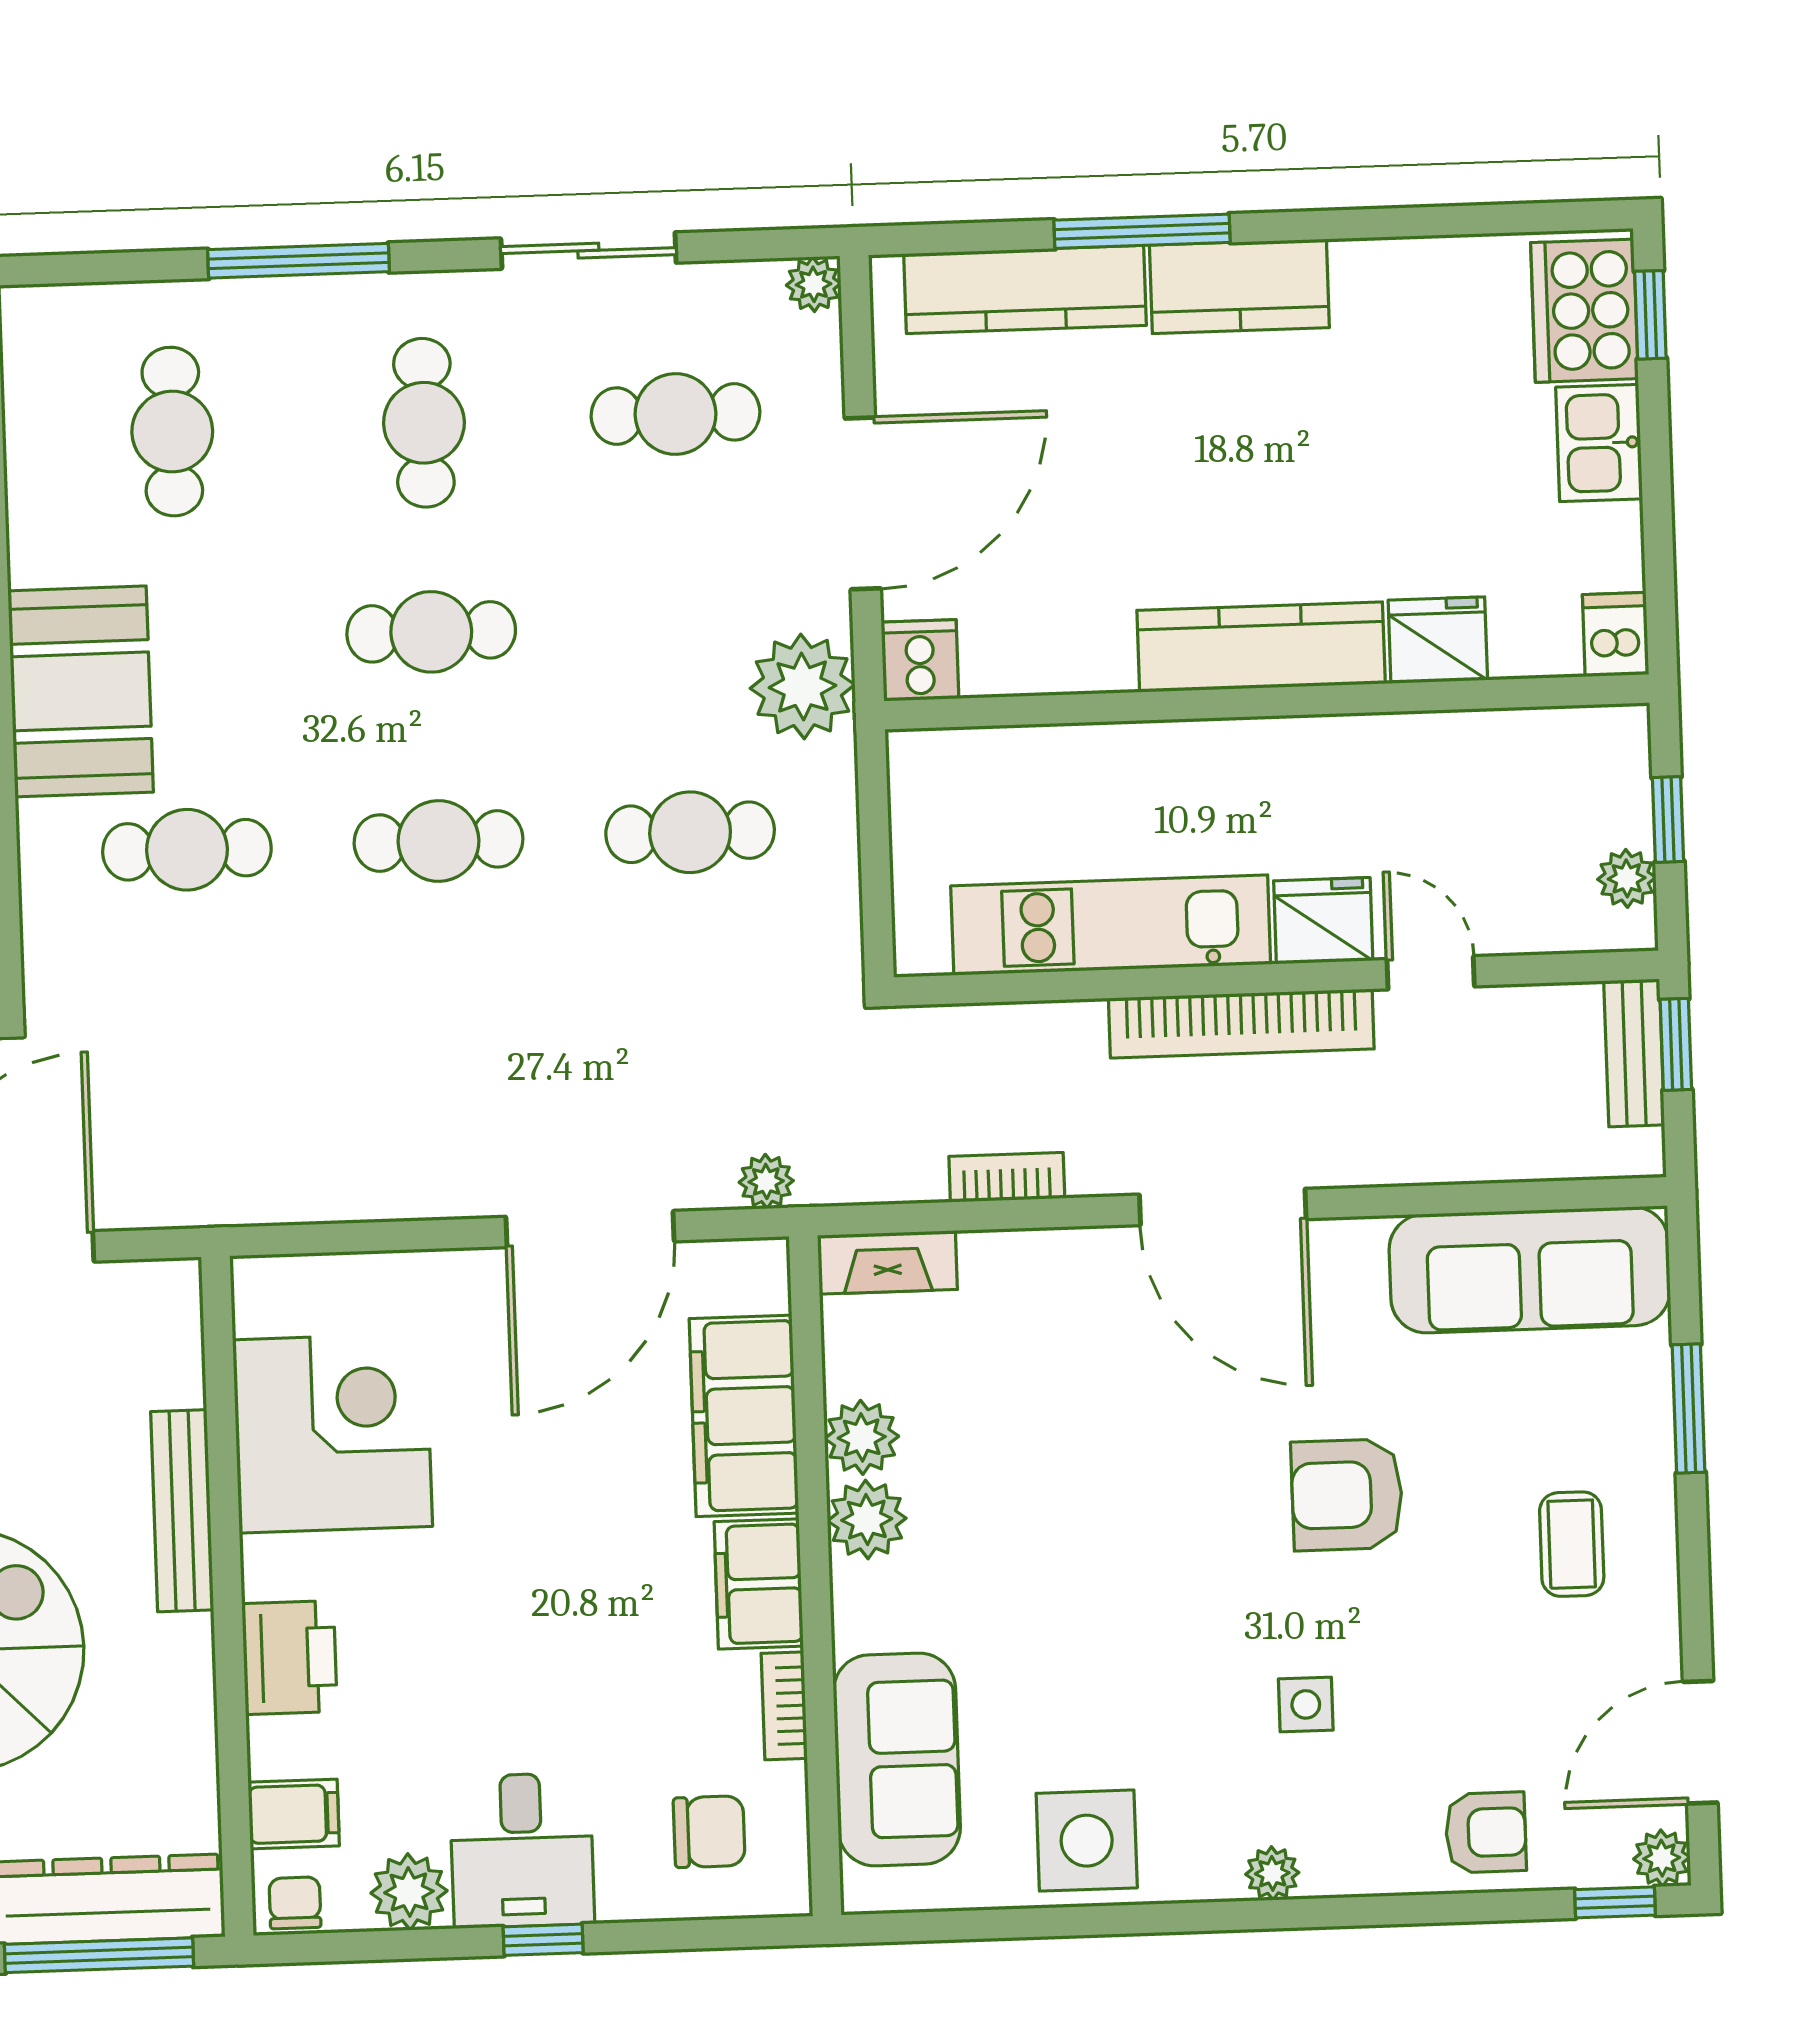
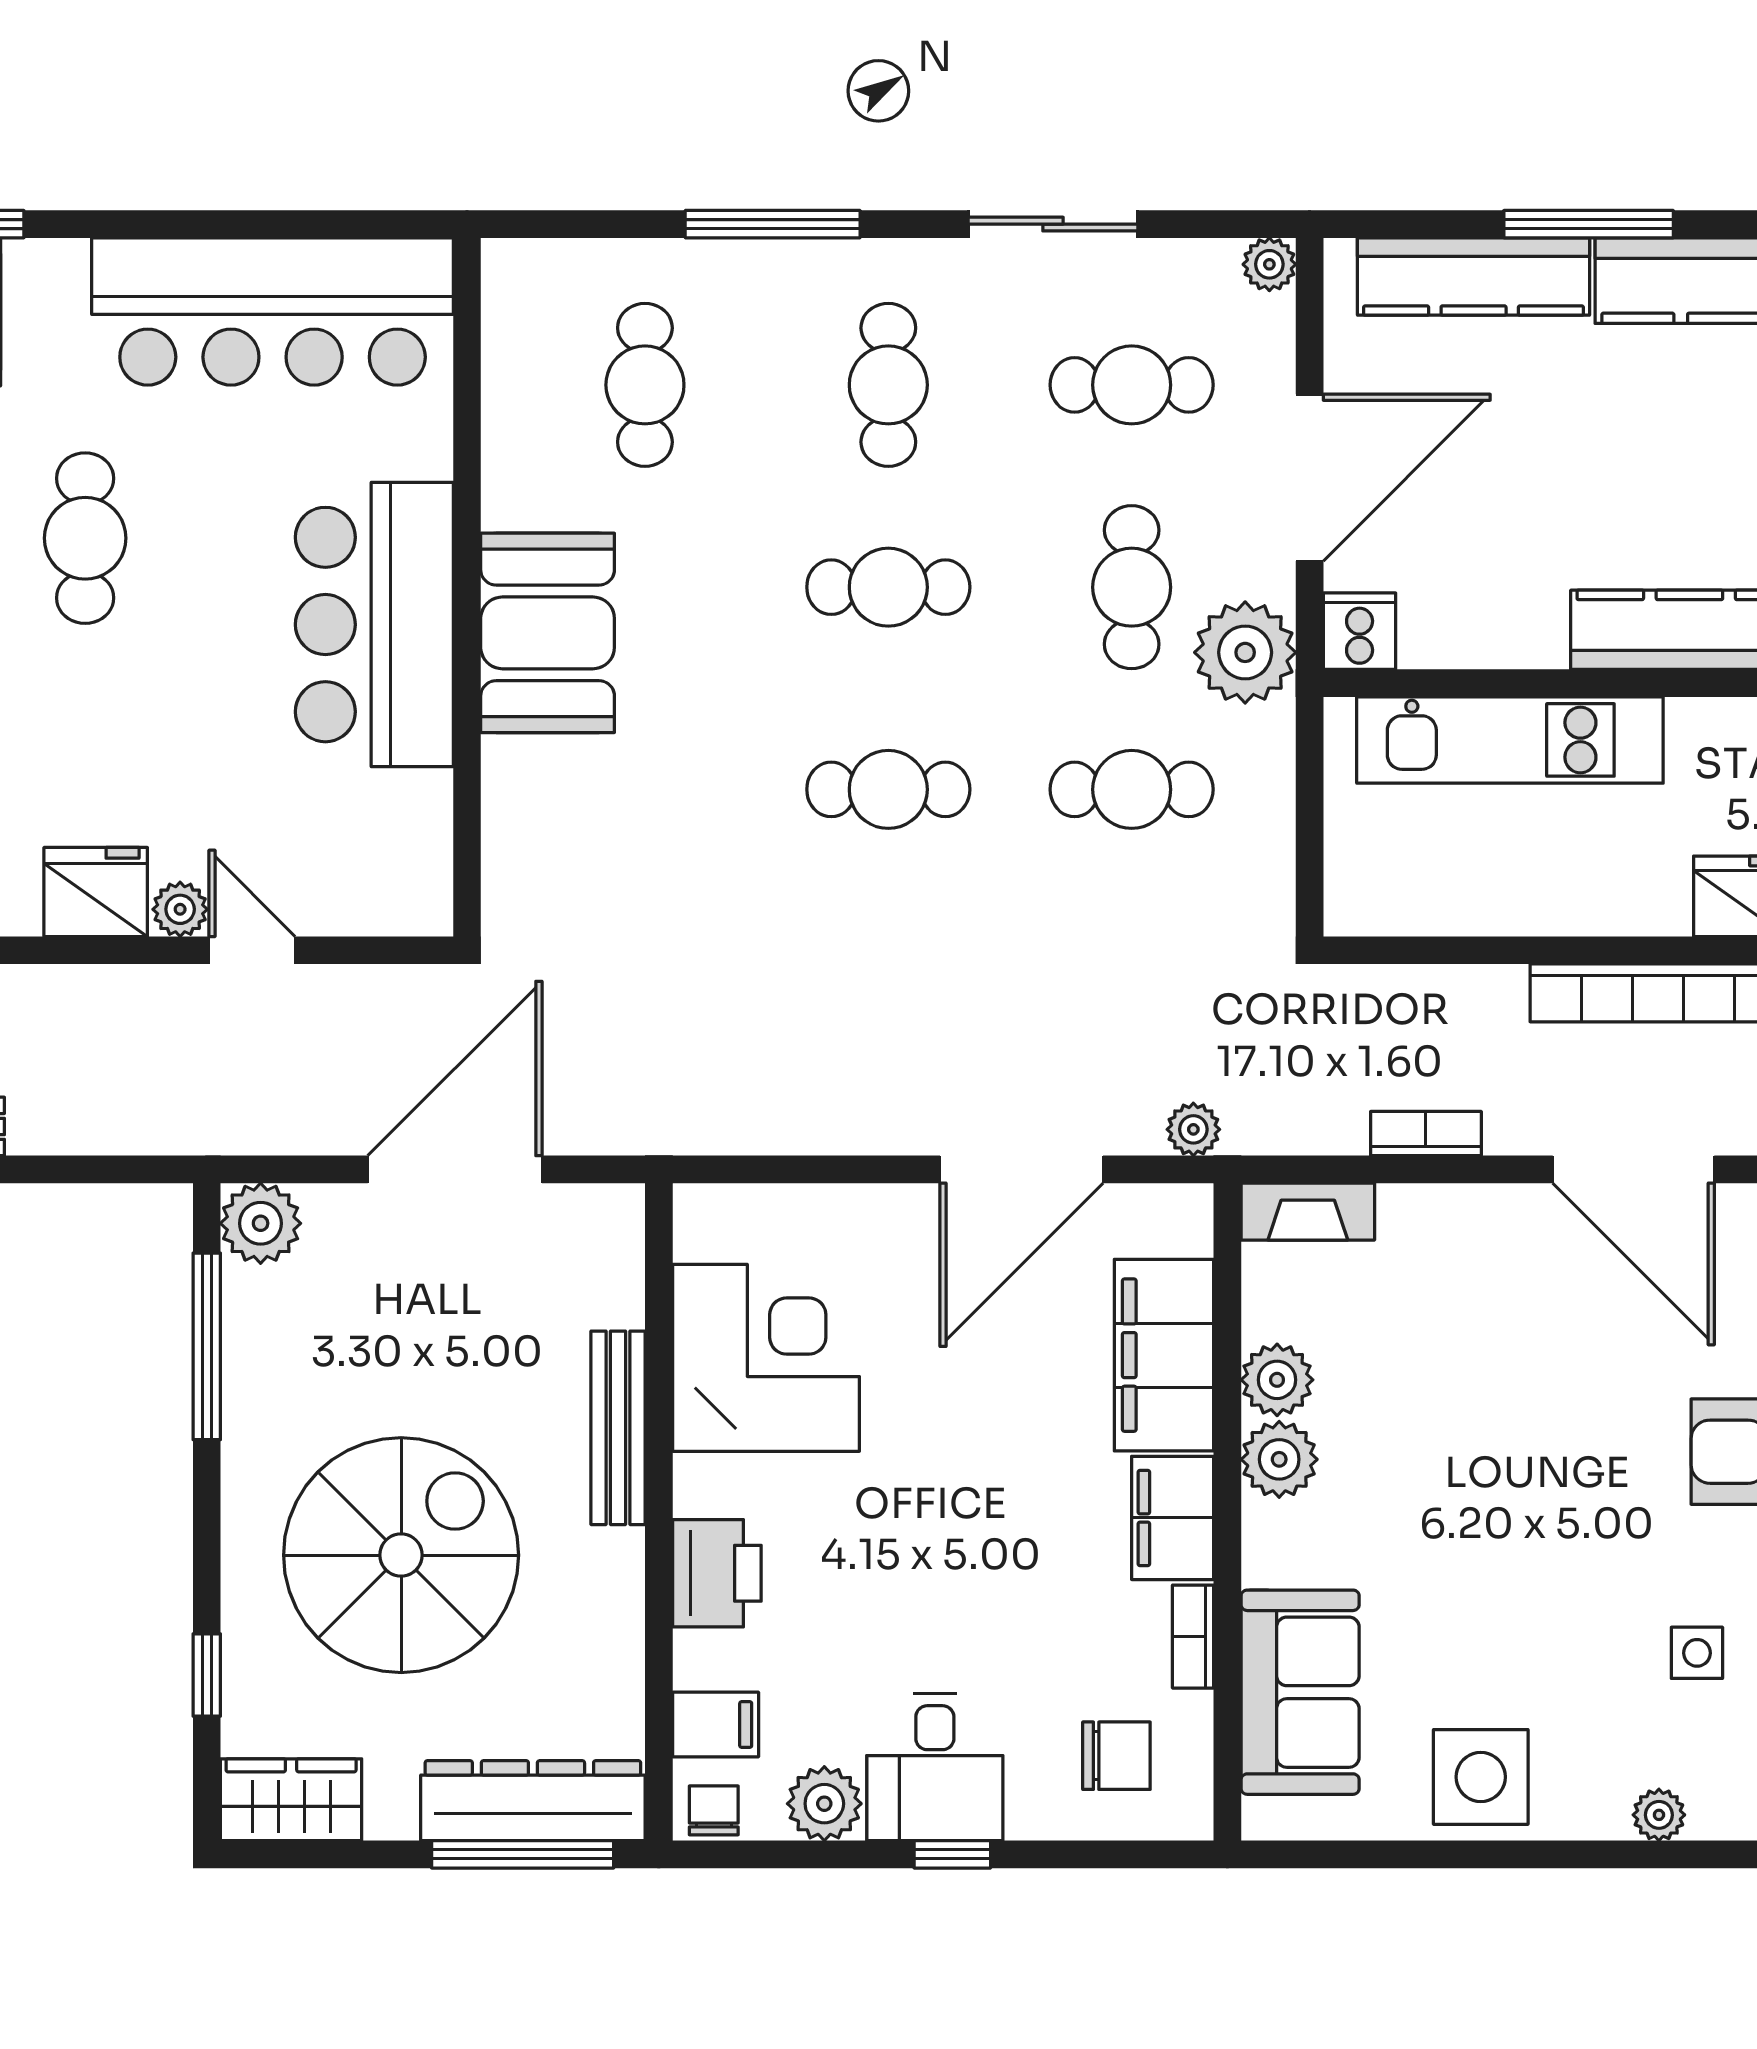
cafe table: (187, 850) -> (1132, 587), moved, turned 90
kitchen unit: (1111, 925) -> (1510, 740), moved, turned 180

